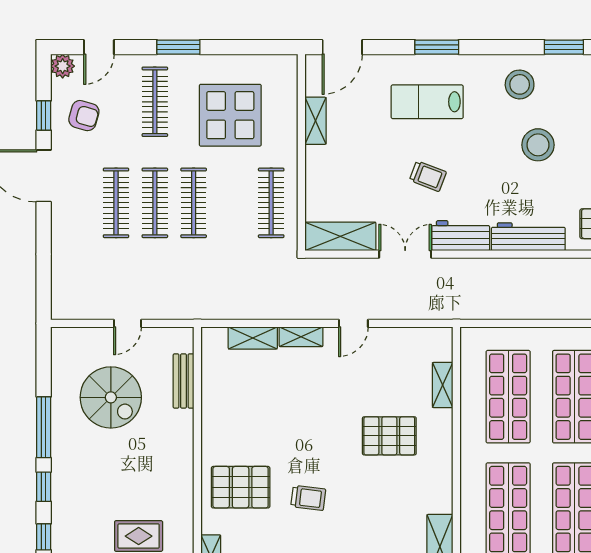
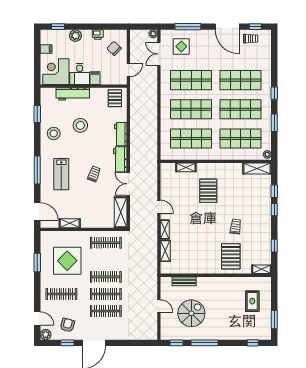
window: (178, 47) -> (37, 263), moved
window: (437, 47) -> (37, 170), width x1.44
workbench: (528, 237) -> (121, 134), width x0.73
window: (44, 487) -> (176, 343), moved

